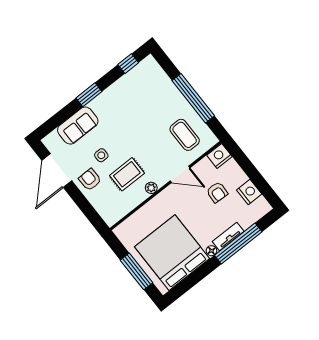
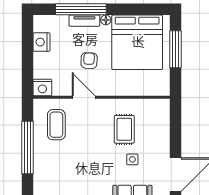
rug: (127, 174) -> (124, 129), turned 90
armchair: (90, 180) -> (156, 148), removed
plant: (151, 188) -> (114, 104), removed
armchair: (217, 192) -> (89, 61), moved

